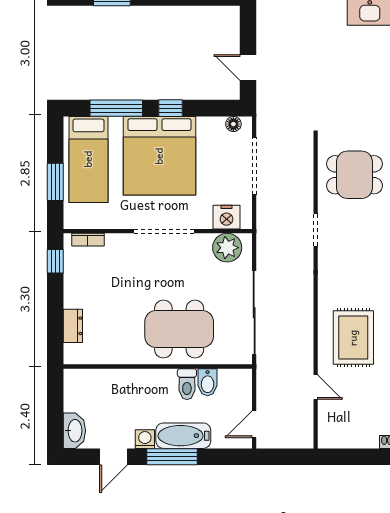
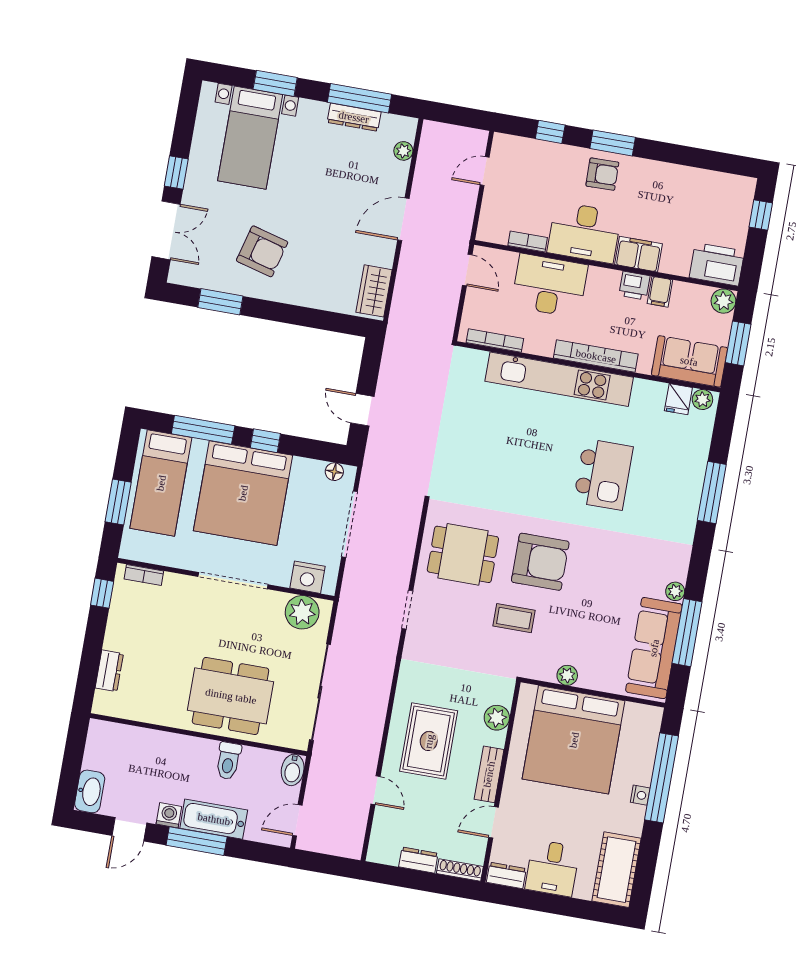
bidet: (208, 382) -> (293, 770), moved
dresser: (362, 440) -> (418, 860), added

